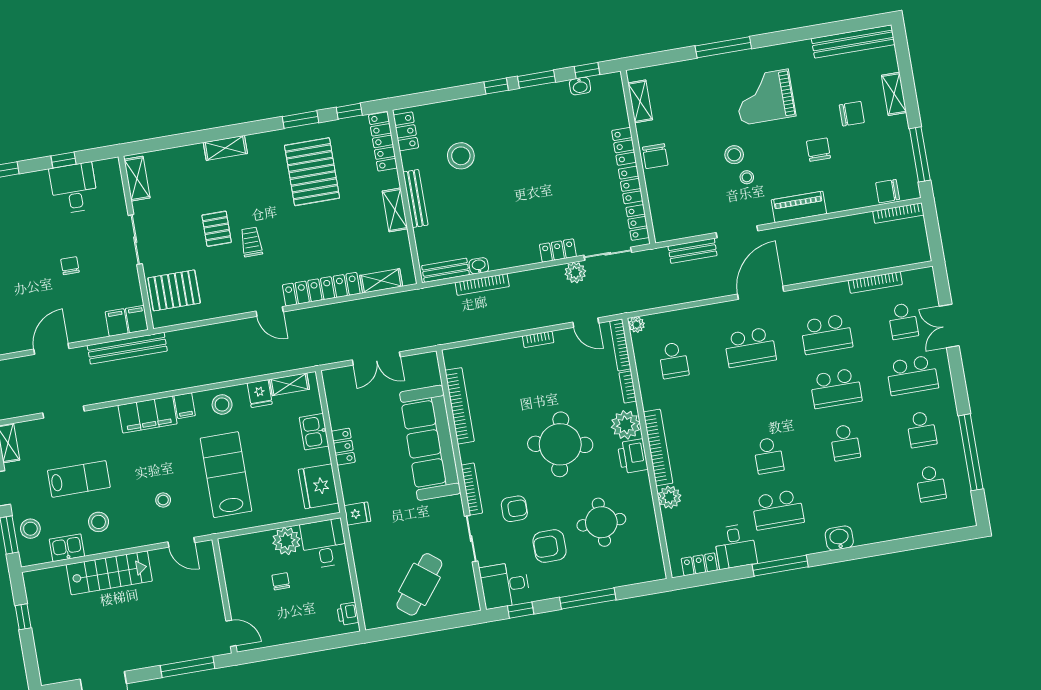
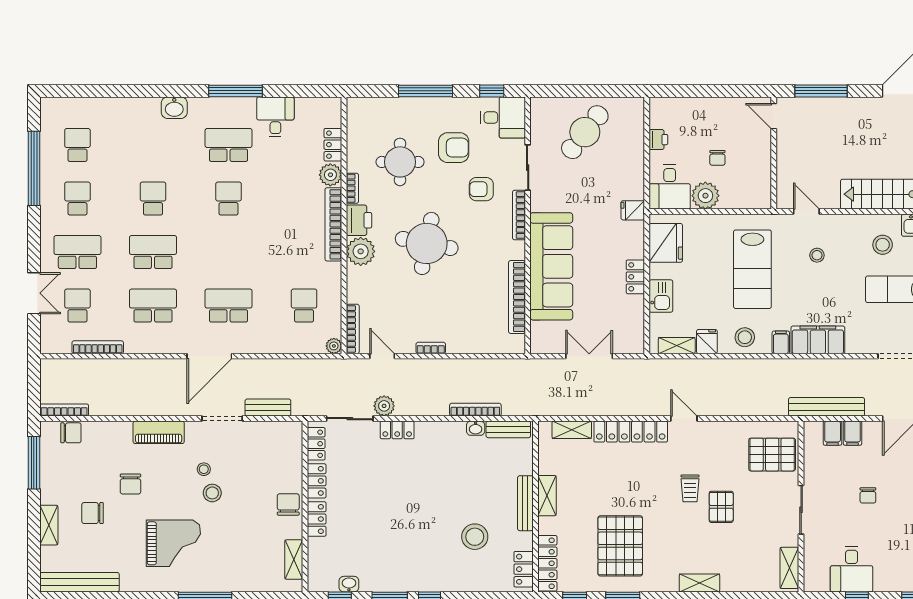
filing cabinet: (137, 319) -> (852, 433), moved
bookcase: (628, 387) -> (352, 188), moved
locker: (699, 564) -> (333, 145), moved, turned 90
printer: (348, 614) -> (658, 140), moved

